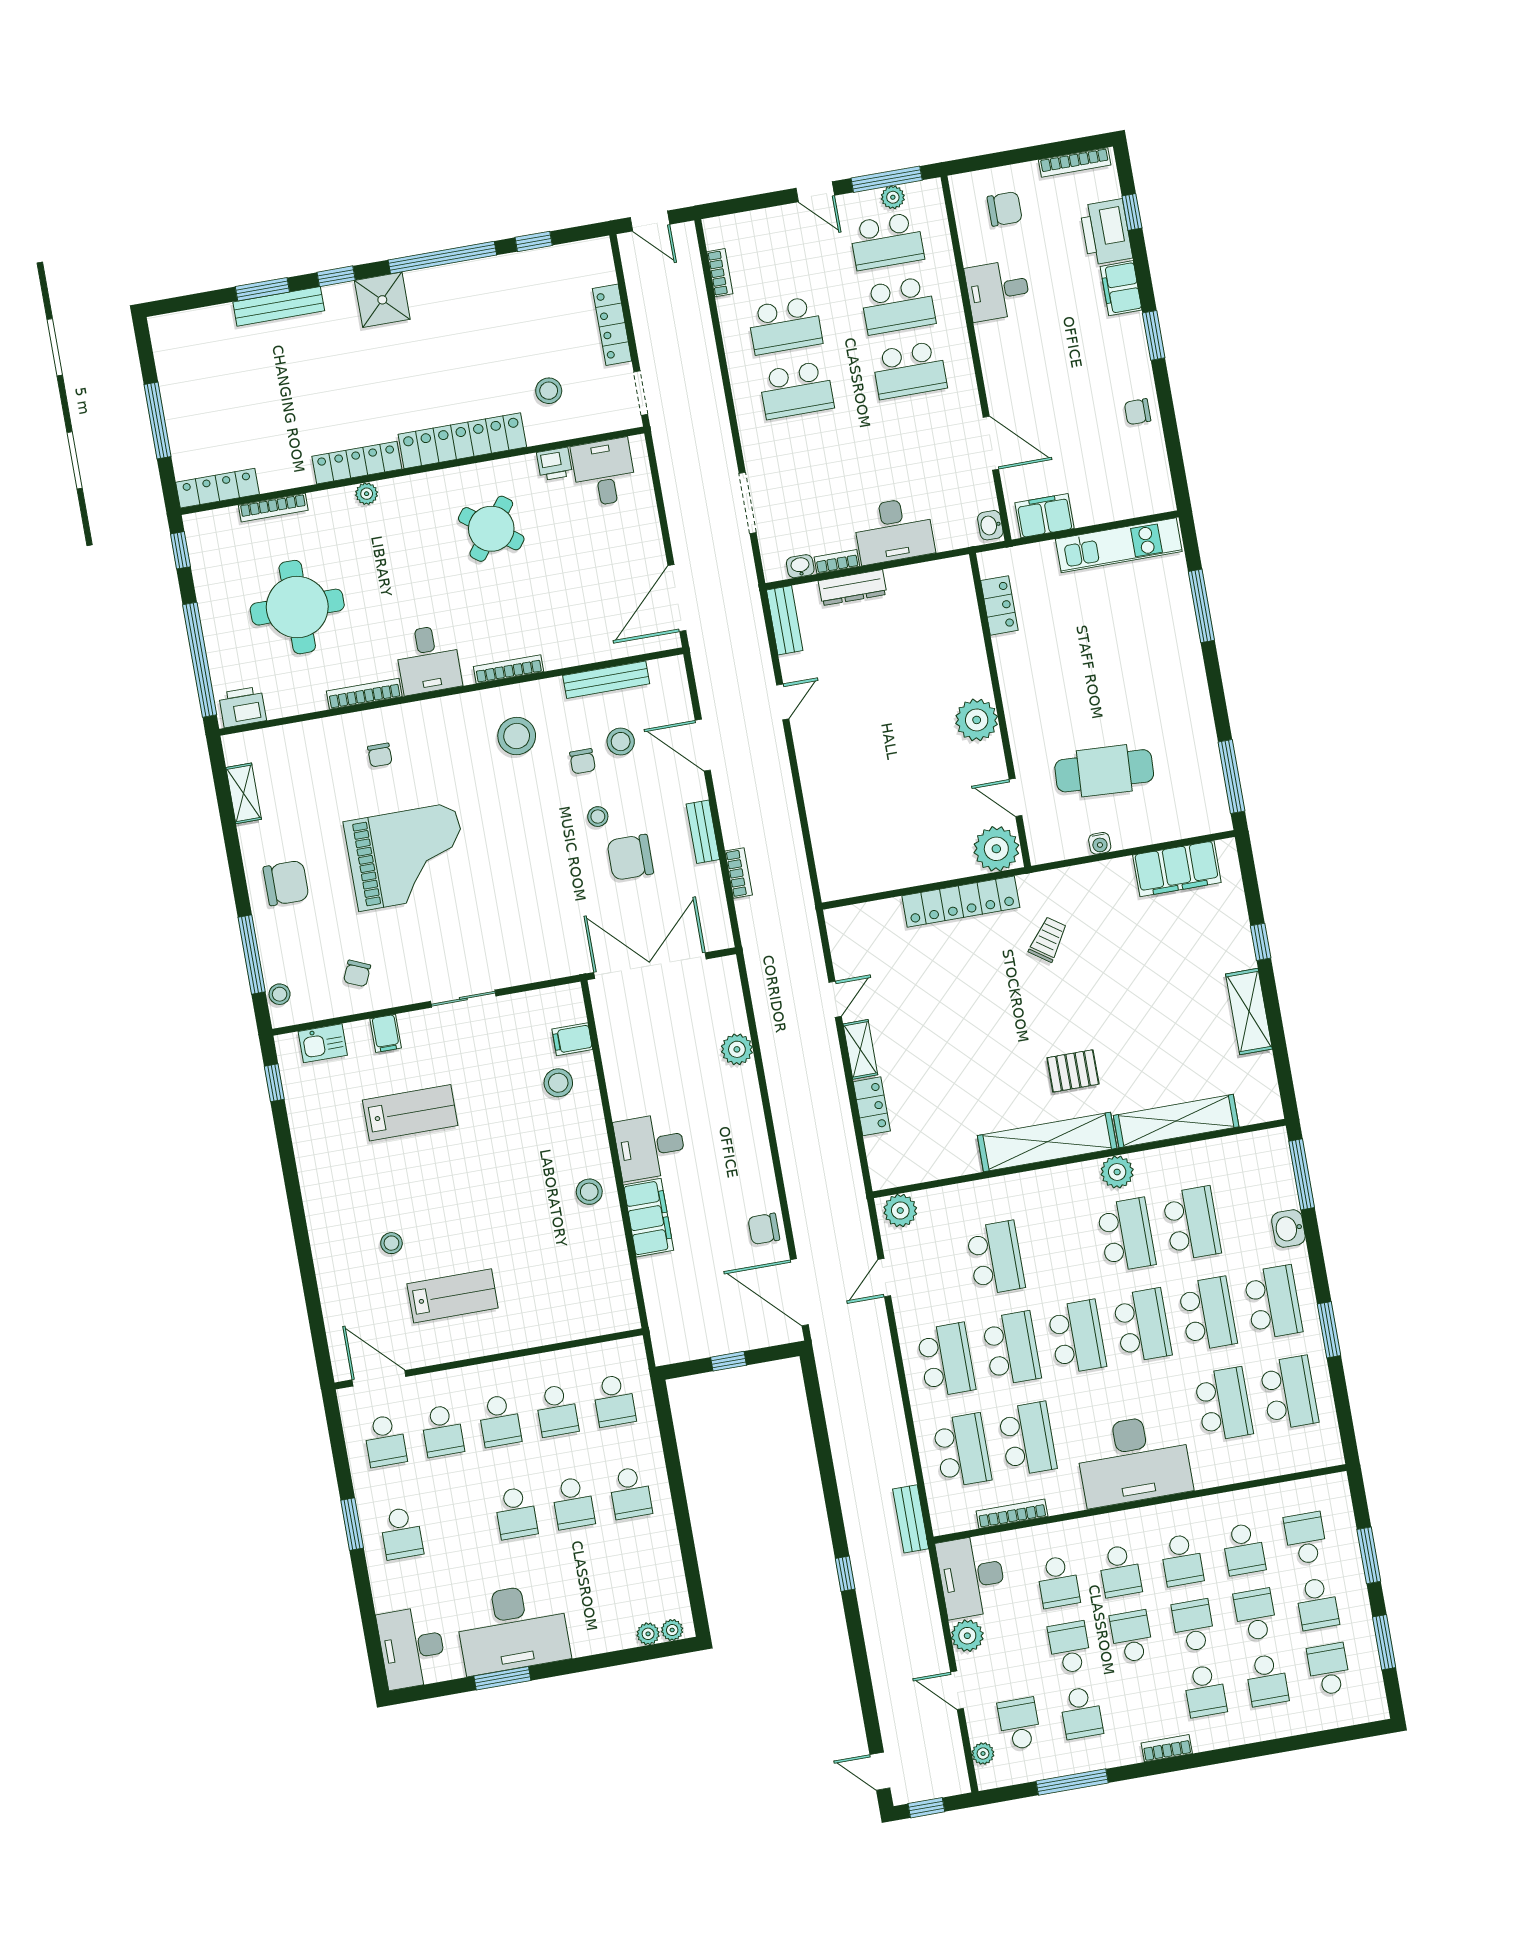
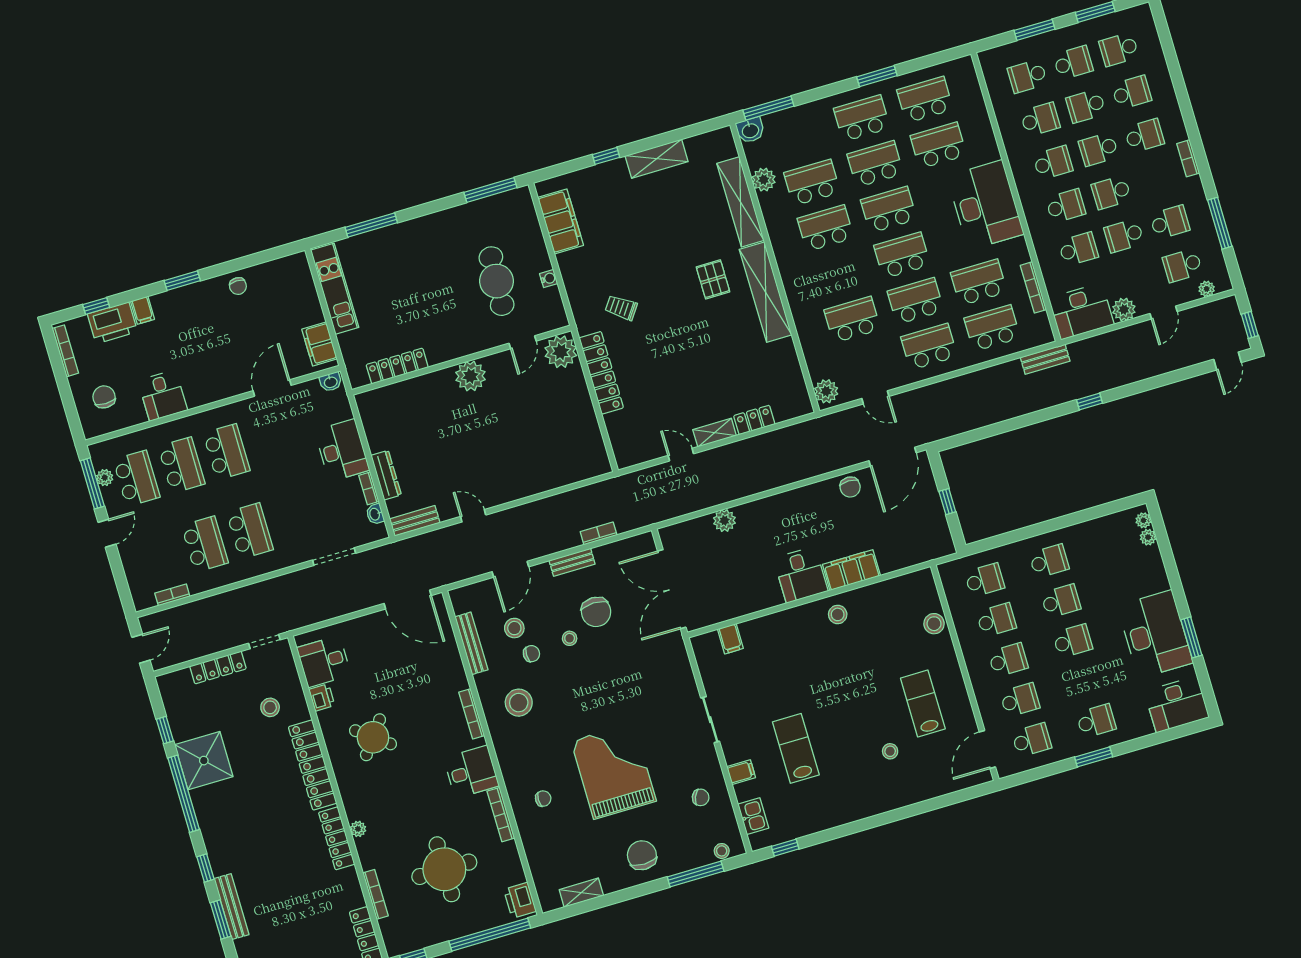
filing cabinet: (1121, 288) -> (143, 310), width x0.50
shower: (382, 300) -> (204, 761), moved, width x1.37, depth x1.37
locker: (999, 605) -> (397, 366), width x1.53
stool: (558, 1083) -> (934, 624), moved
plant: (1117, 1172) -> (764, 180), moved
washbasin: (1288, 1229) -> (750, 130), moved

